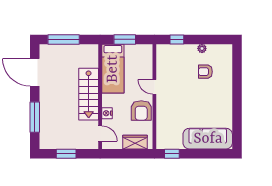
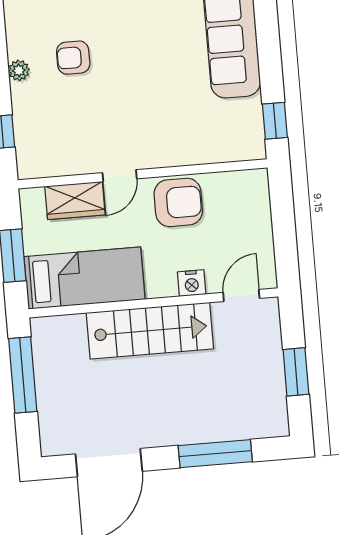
window: (64, 39) -> (23, 375), moved
armchair: (205, 72) -> (73, 58), turned 90
wardrobe: (135, 142) -> (75, 201), moved, turned -90

